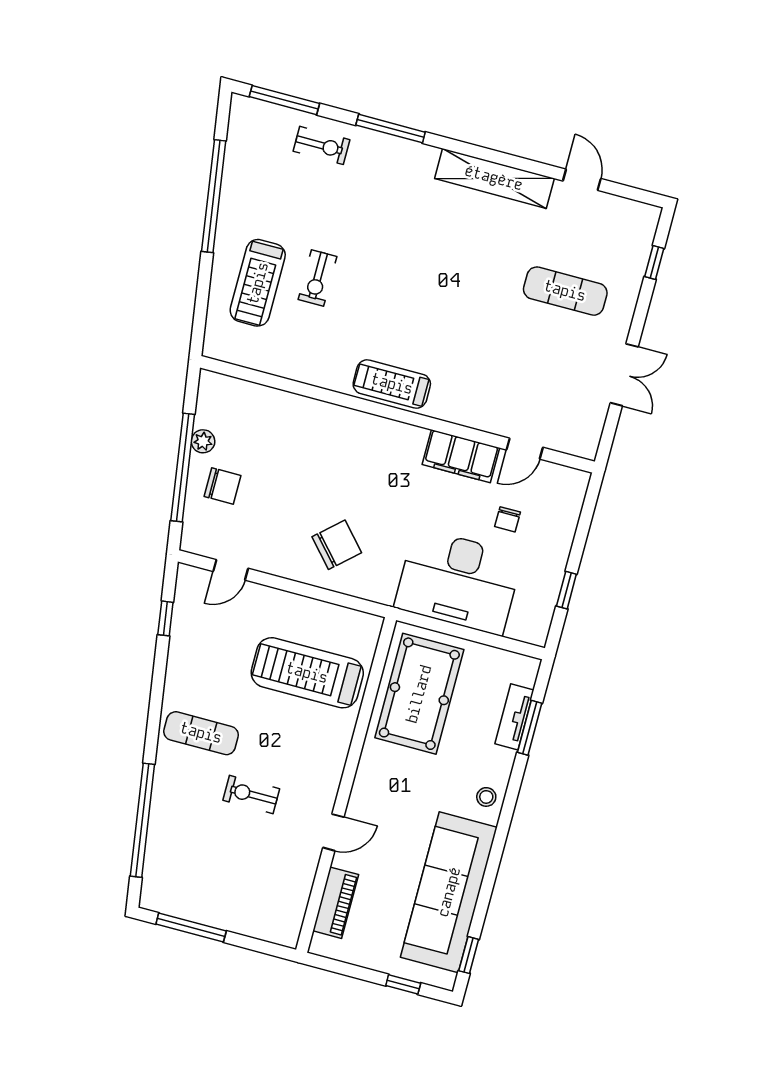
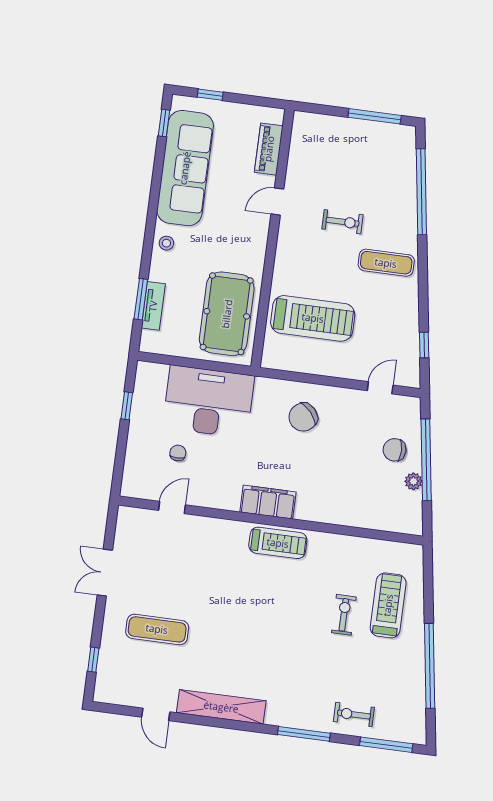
filing cabinet: (461, 456) -> (268, 502), moved

